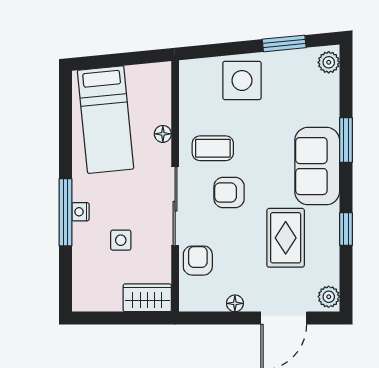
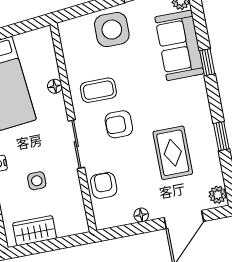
window: (346, 140) -> (207, 62), width x0.67
sofa: (317, 166) -> (179, 45), moved
sliding door: (175, 206) -> (76, 144), width x0.73
wardrobe: (147, 298) -> (35, 231), moved

